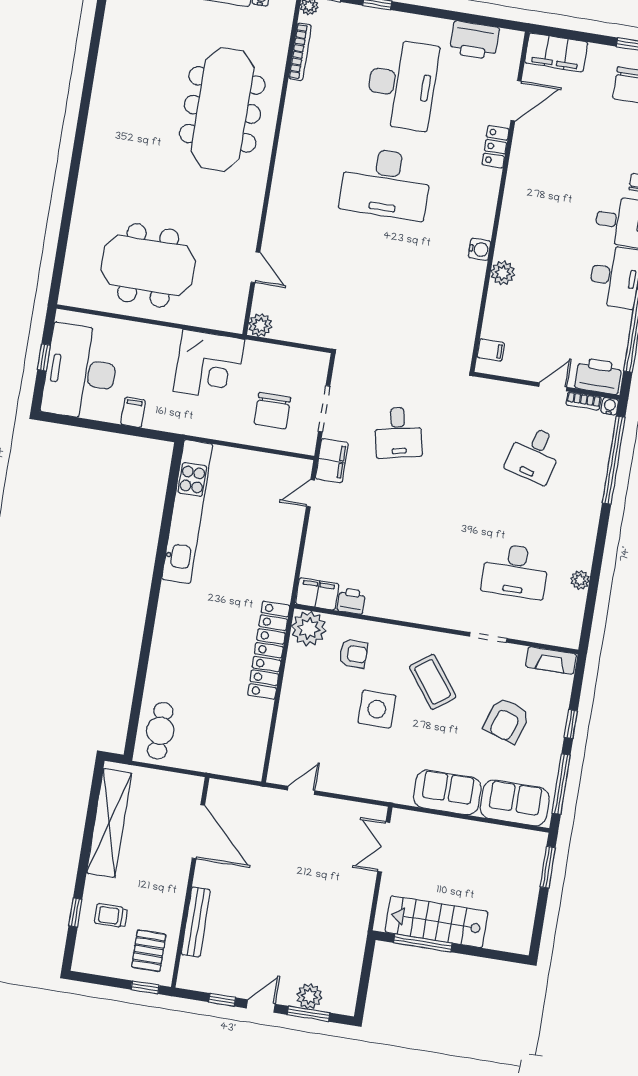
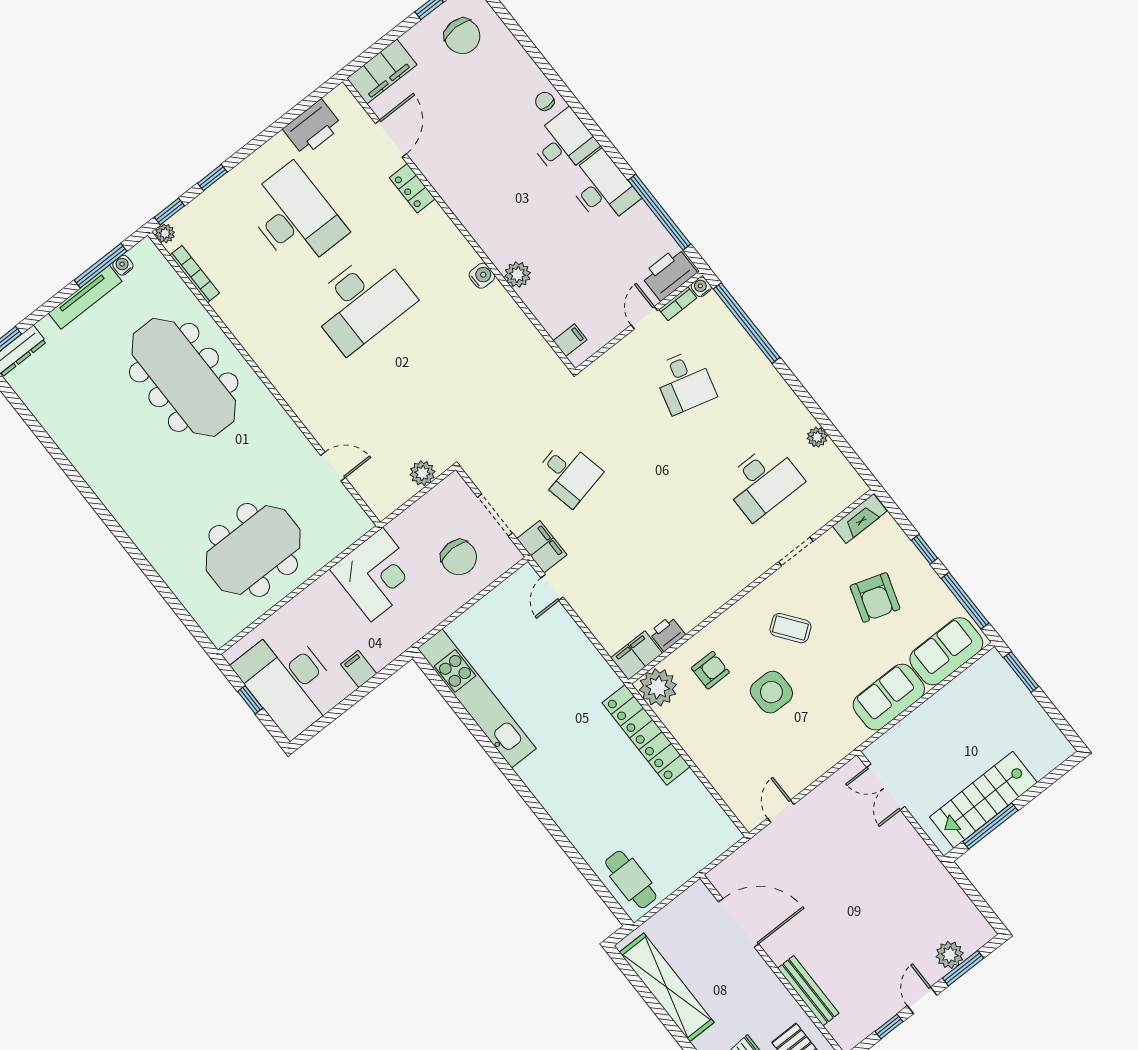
plant: (260, 325) -> (422, 473), moved
coffee table: (433, 682) -> (790, 628), width x0.73, depth x0.77

